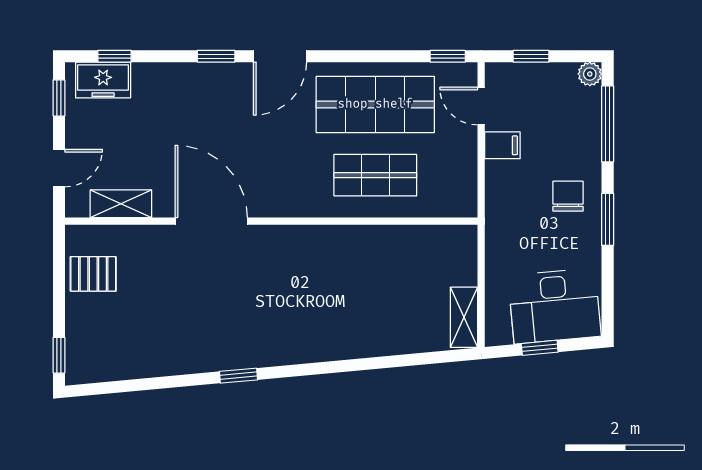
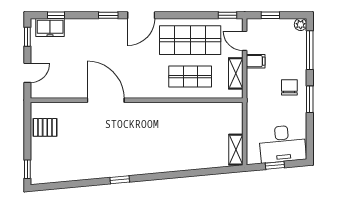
shelving: (121, 204) -> (236, 73), moved, turned 90

